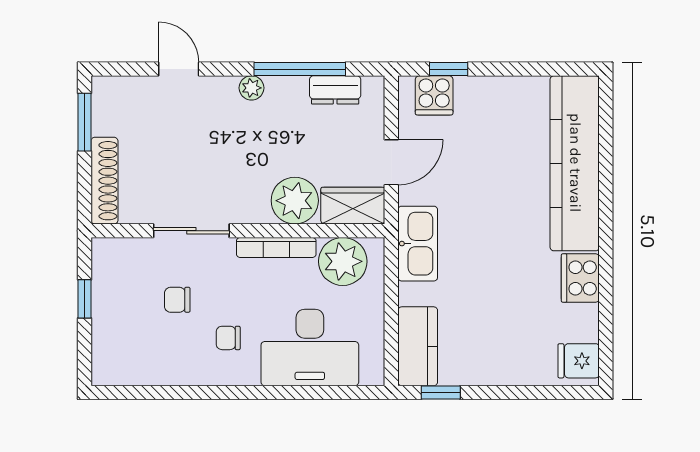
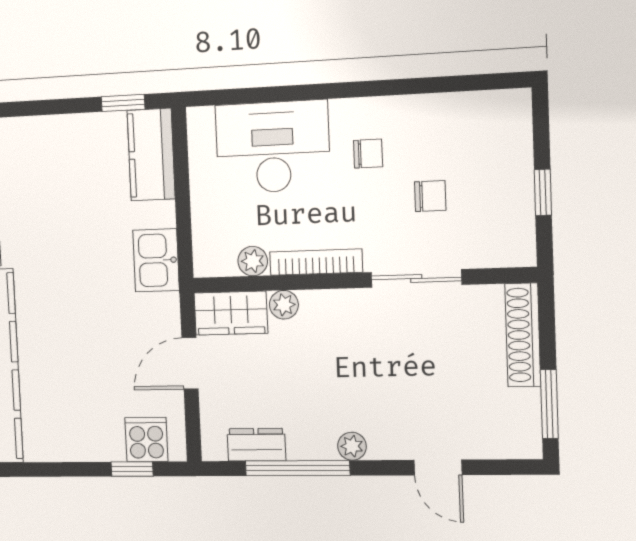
plant: (295, 201) -> (284, 305), width x0.53, depth x0.53
kitchen sink: (418, 244) -> (156, 260), width x0.73
plant: (343, 261) -> (253, 261), width x0.53, depth x0.53

